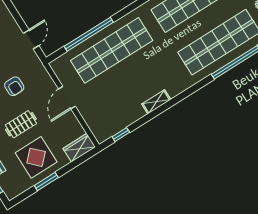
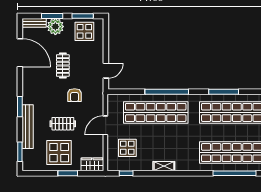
window: (89, 34) -> (167, 92), moved
display table: (105, 107) -> (127, 148), added
window: (46, 182) -> (68, 173), moved

